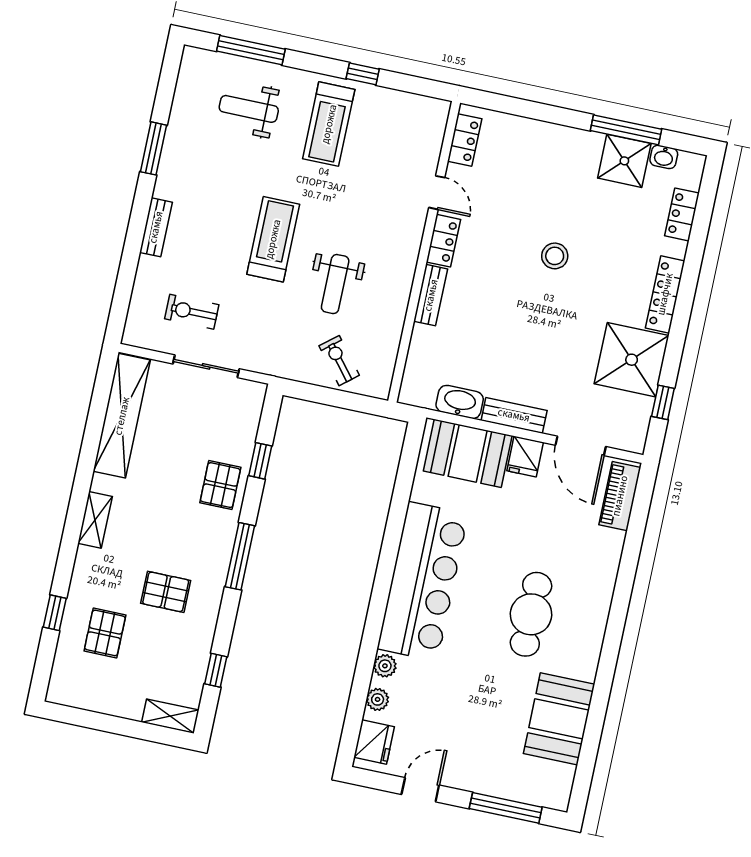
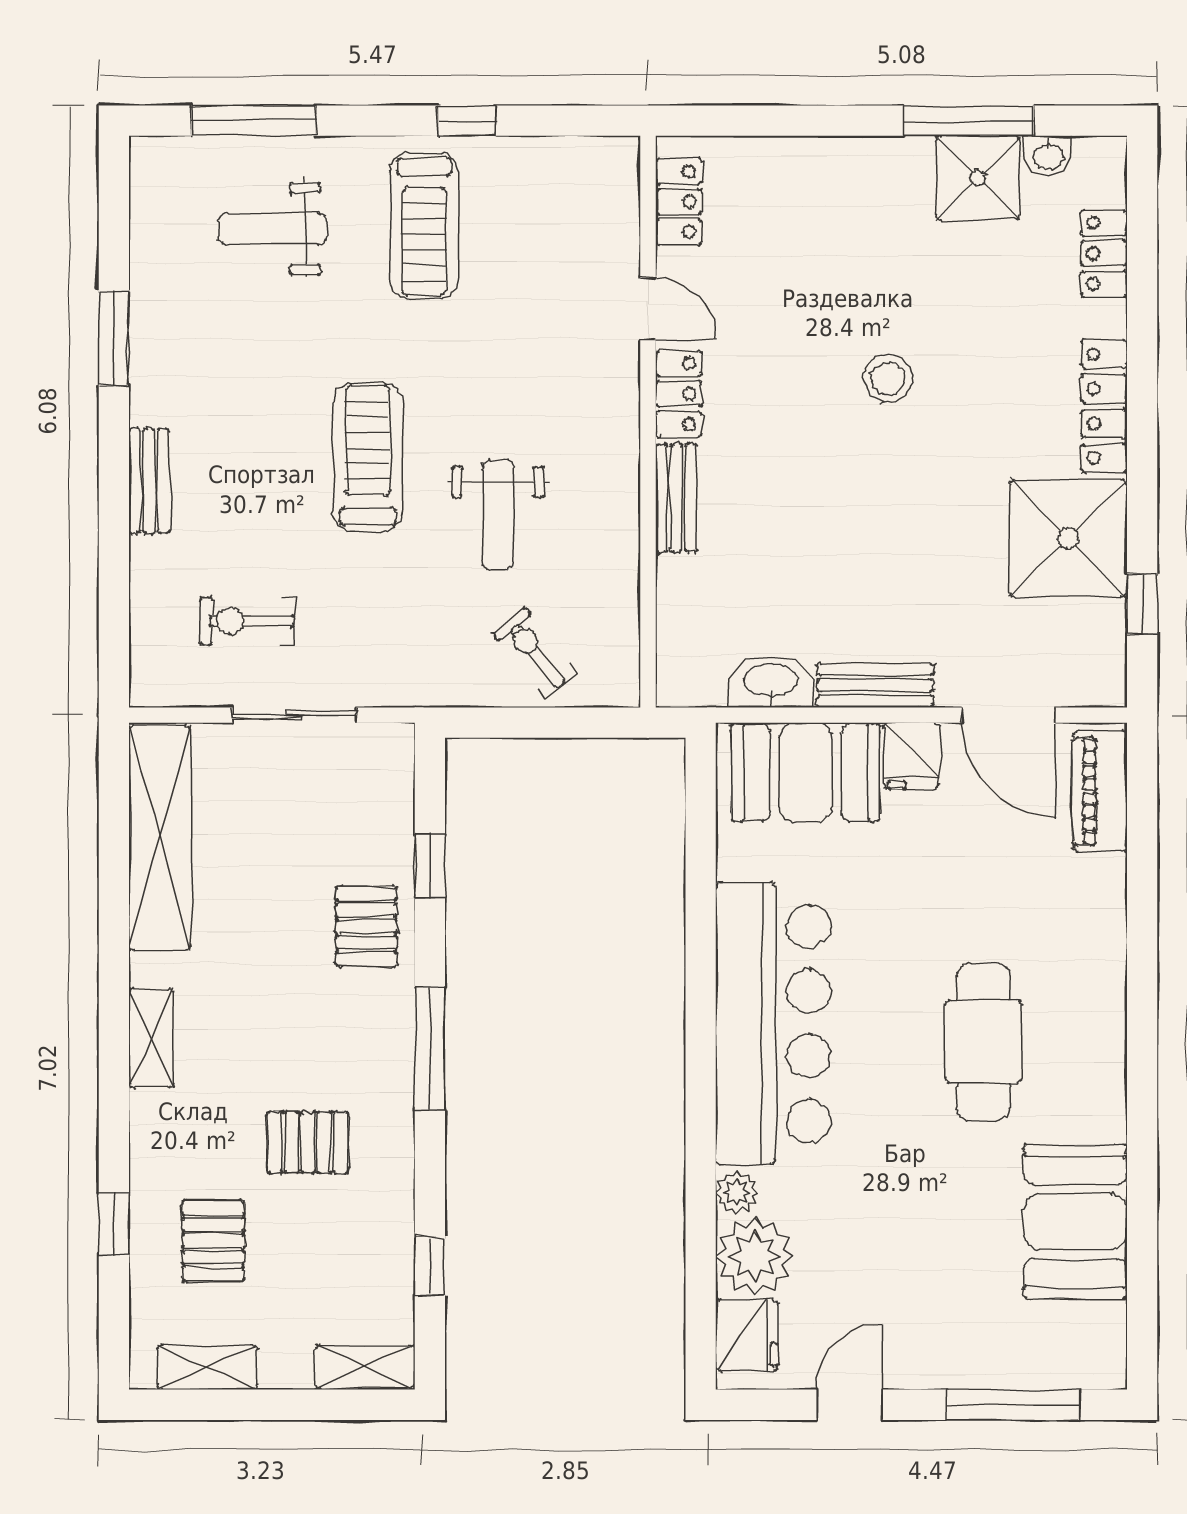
shelving: (88, 699) -> (207, 1367), added
plant: (378, 699) -> (755, 1256), width x1.87, depth x1.87

